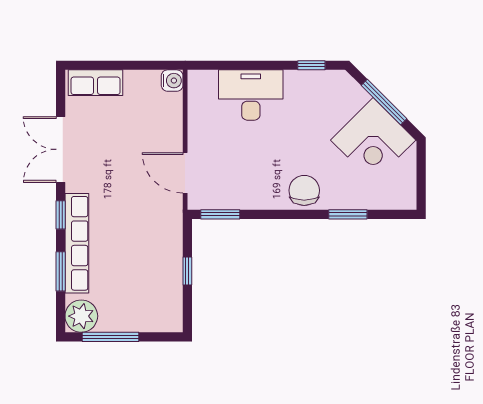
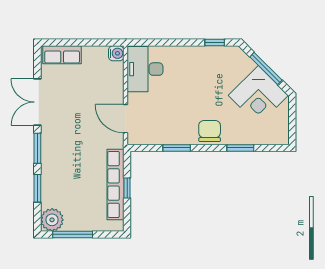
desk: (251, 95) -> (145, 69), moved, turned -90
window: (220, 214) -> (177, 148), moved
window: (61, 215) -> (37, 148), width x1.50
row of seats: (77, 243) -> (116, 184), moved, turned 180

